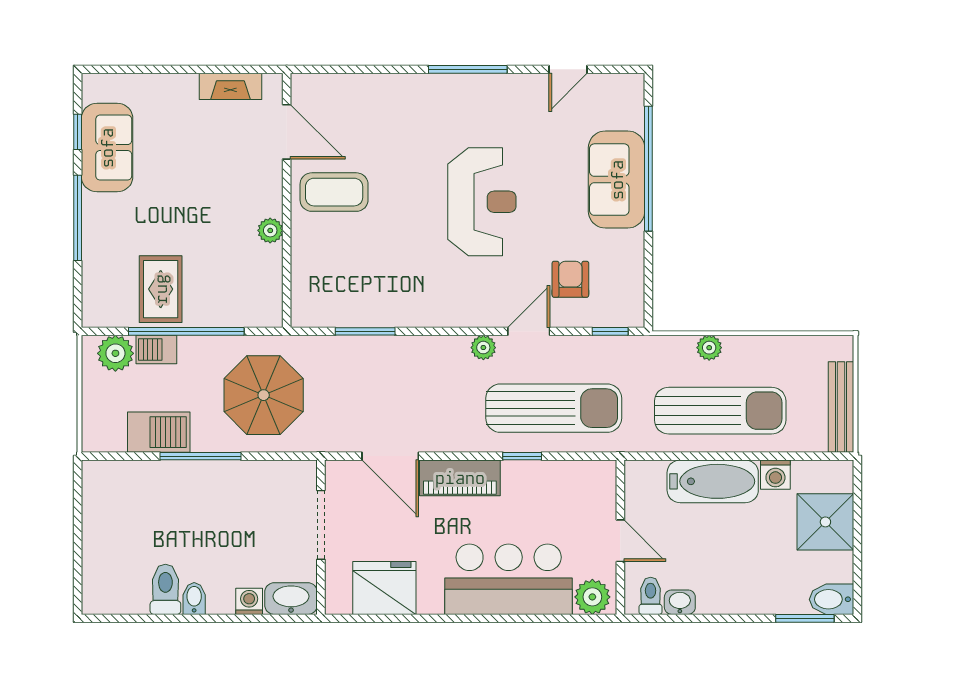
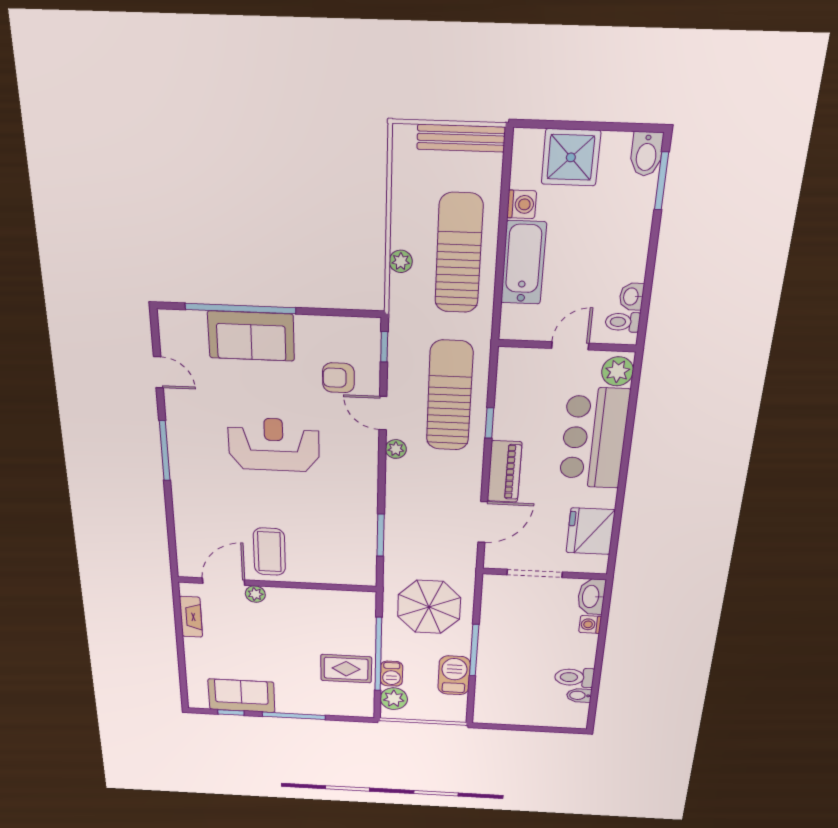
plant: (270, 230) -> (255, 594), moved
bidet: (194, 599) -> (579, 695), moved

